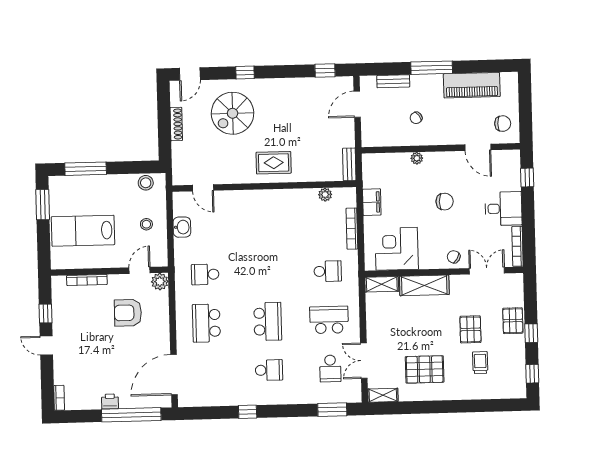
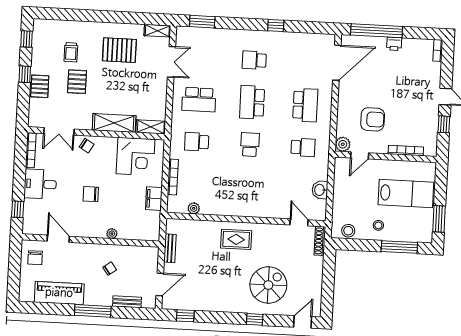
shoe rack: (176, 124) -> (320, 241), moved
chair: (503, 124) -> (35, 258), turned -90
bench: (349, 164) -> (170, 248), moved
stool: (146, 224) -> (378, 225), moved
school desk: (330, 368) -> (250, 145), moved

